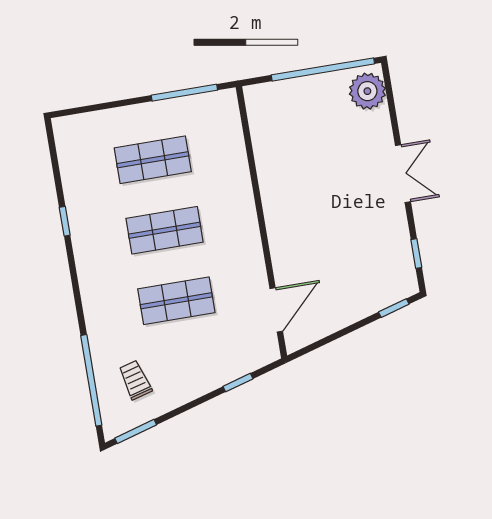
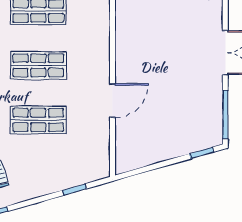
window: (416, 253) -> (225, 115), width x2.17
door: (276, 310) -> (112, 101), moved

